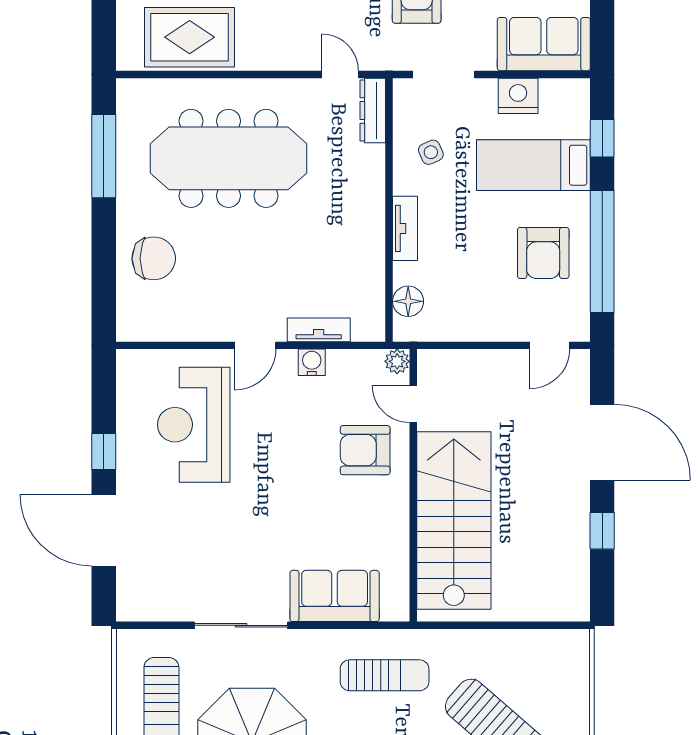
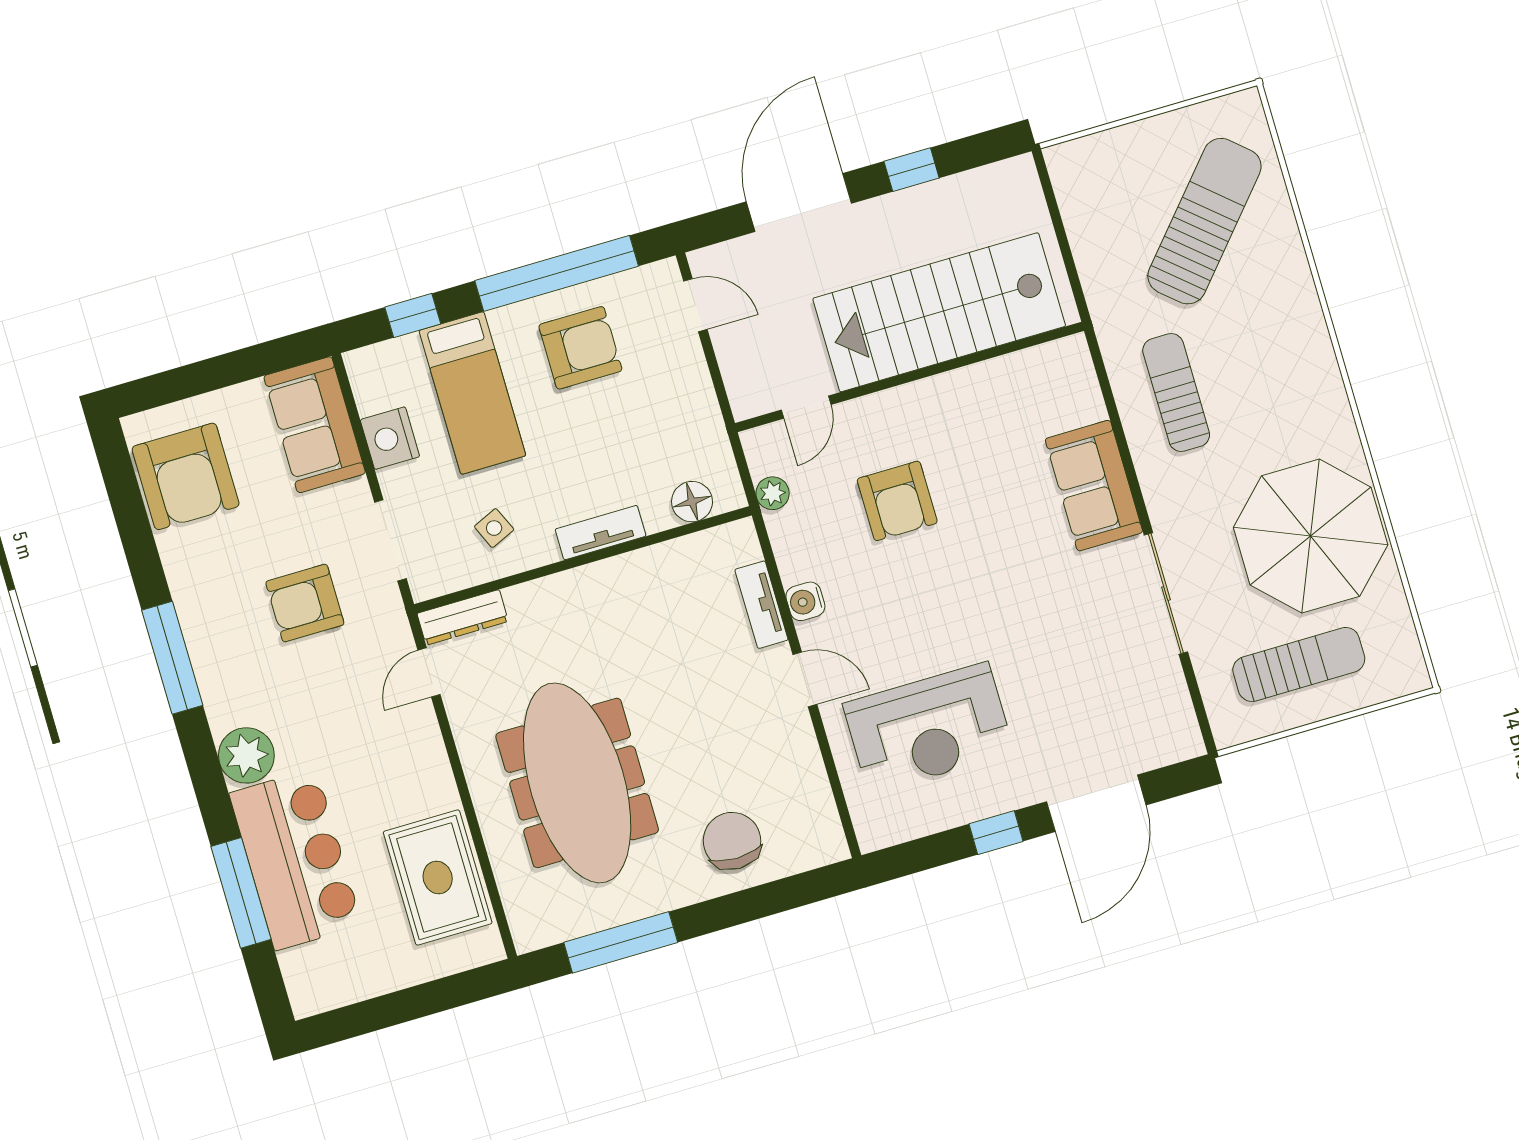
door: (413, 404) -> (806, 407), moved
wall: (413, 485) -> (910, 377), moved
stairs: (454, 521) -> (939, 312), moved

